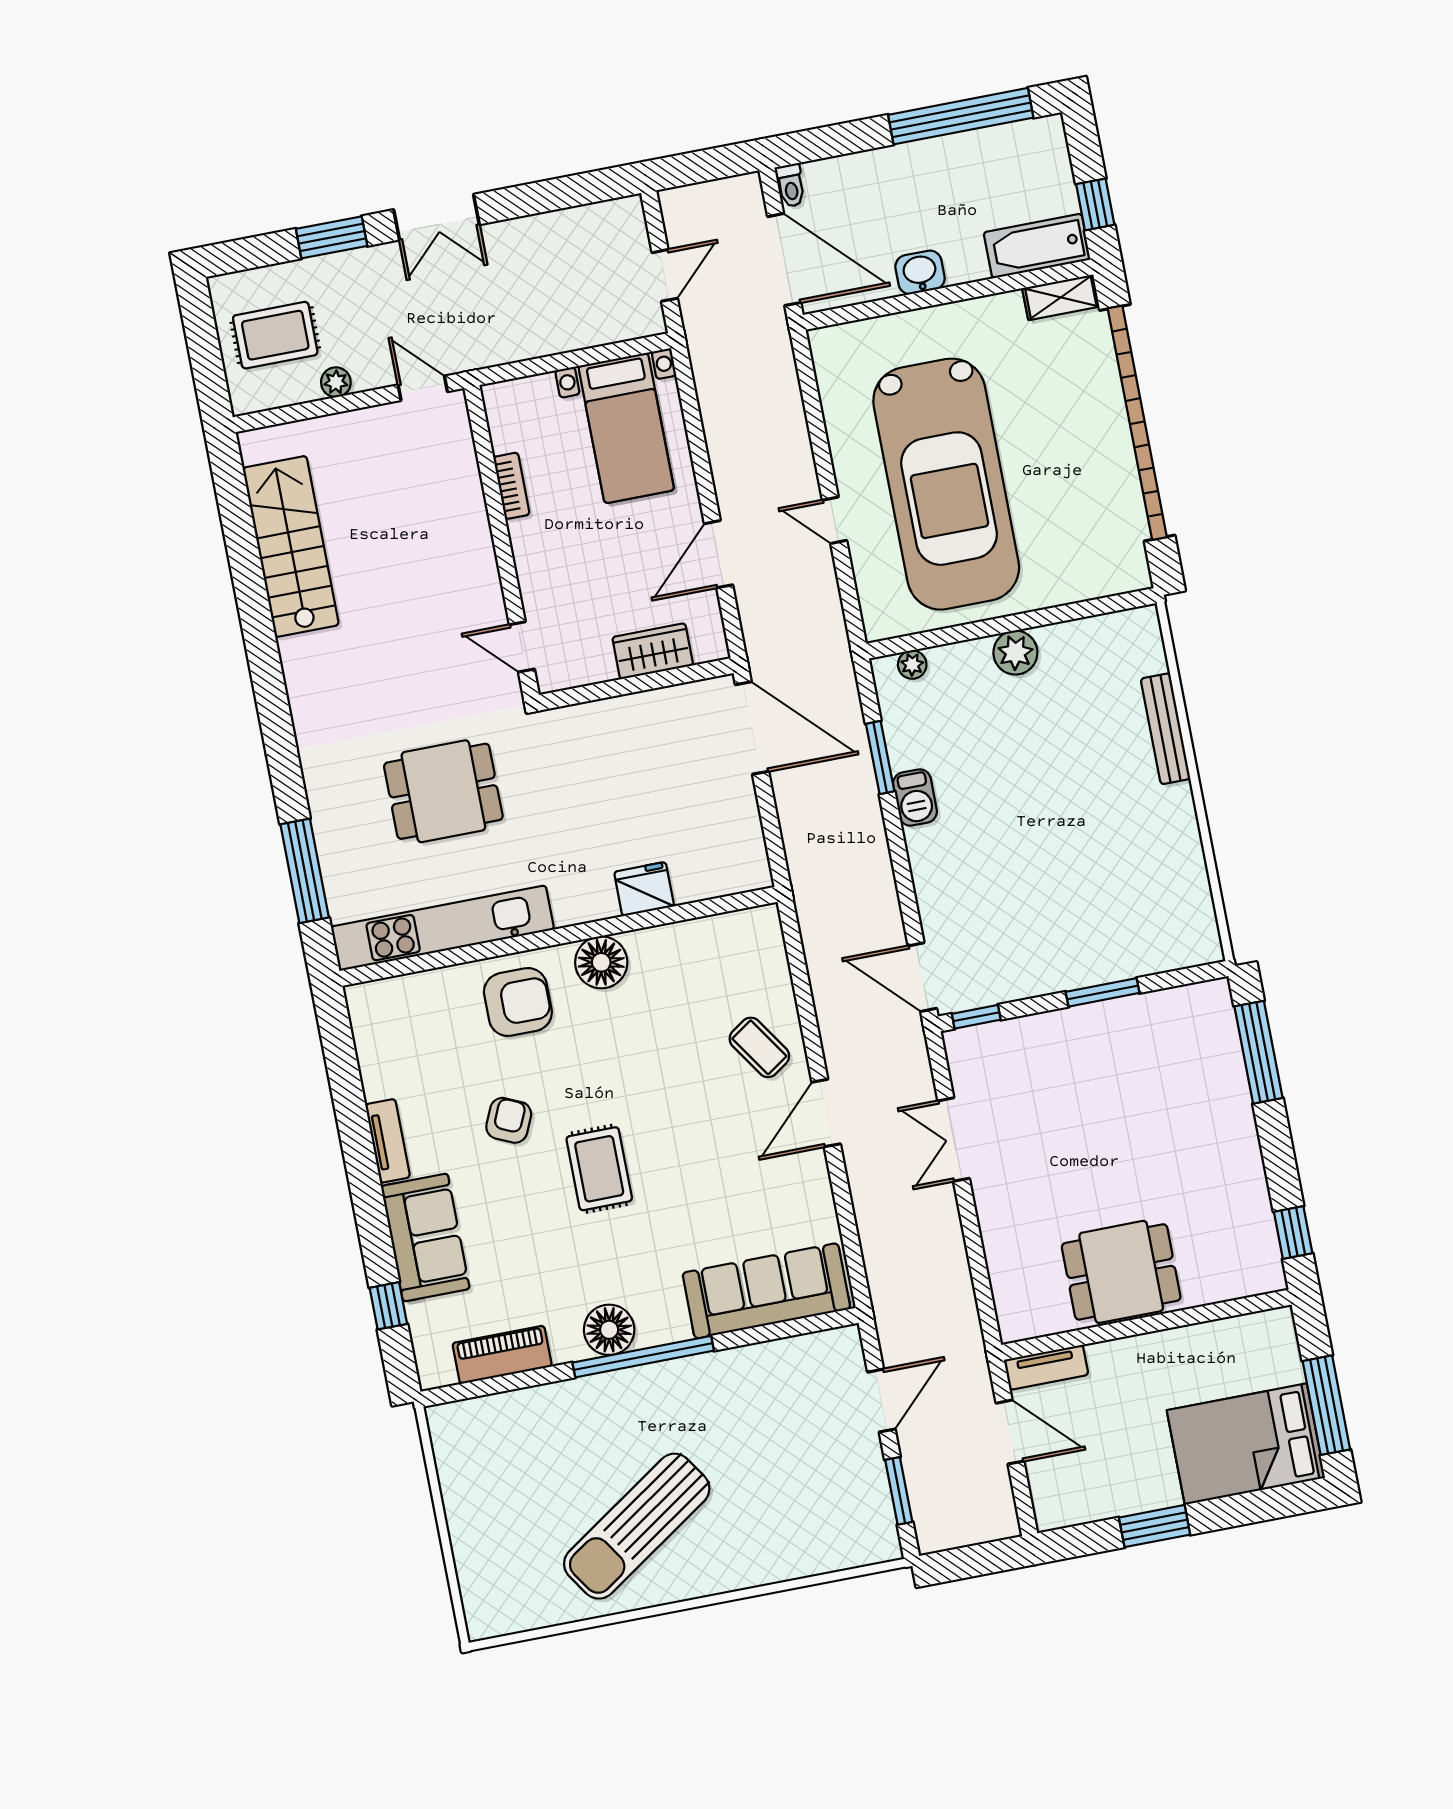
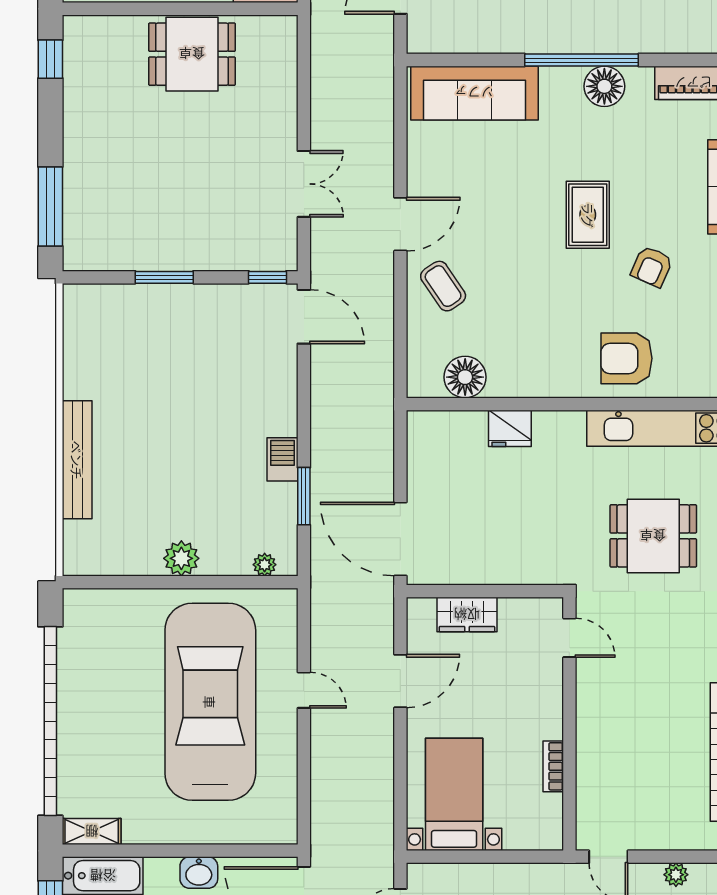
bench: (1165, 729) -> (77, 460), width x1.37, depth x1.21
floor lamp: (601, 962) -> (465, 377), moved

